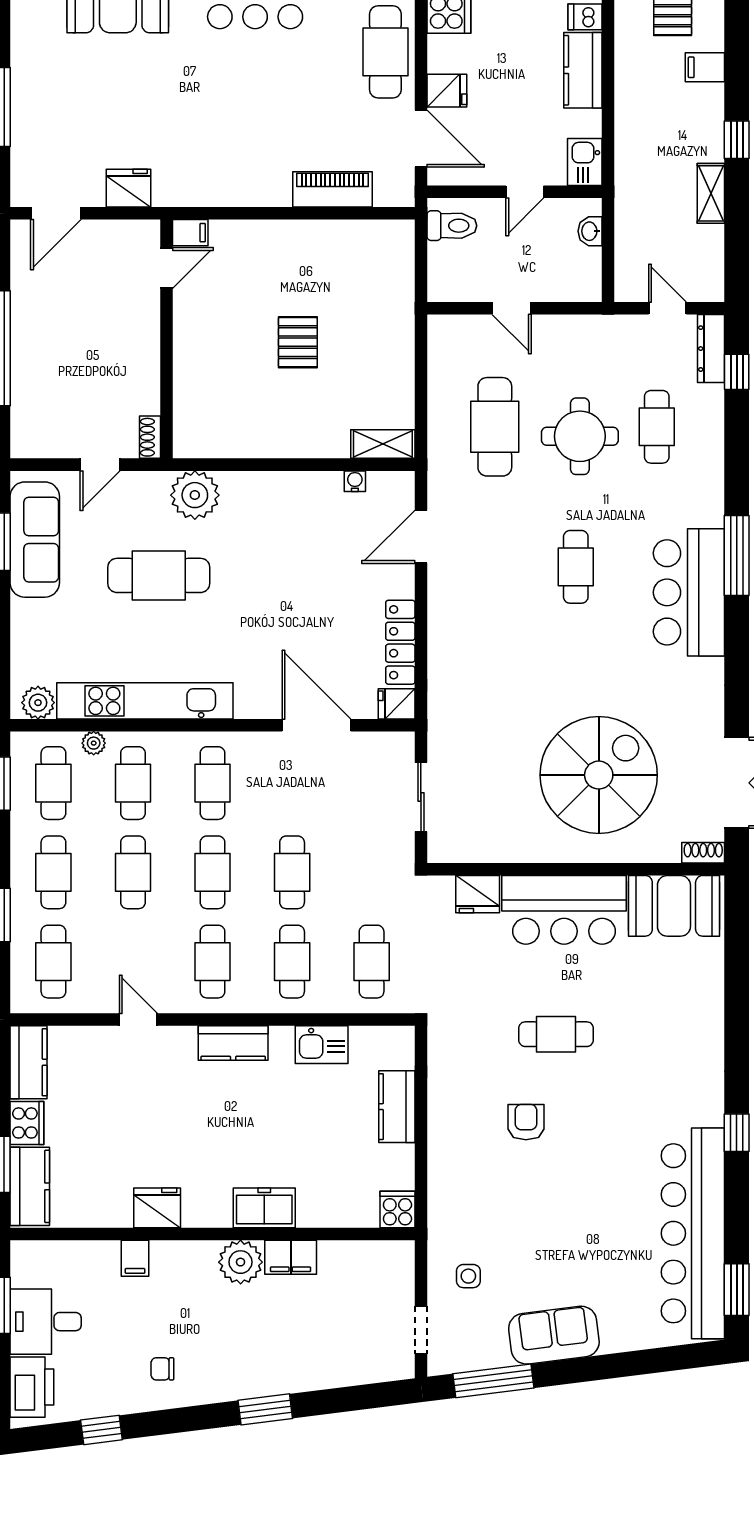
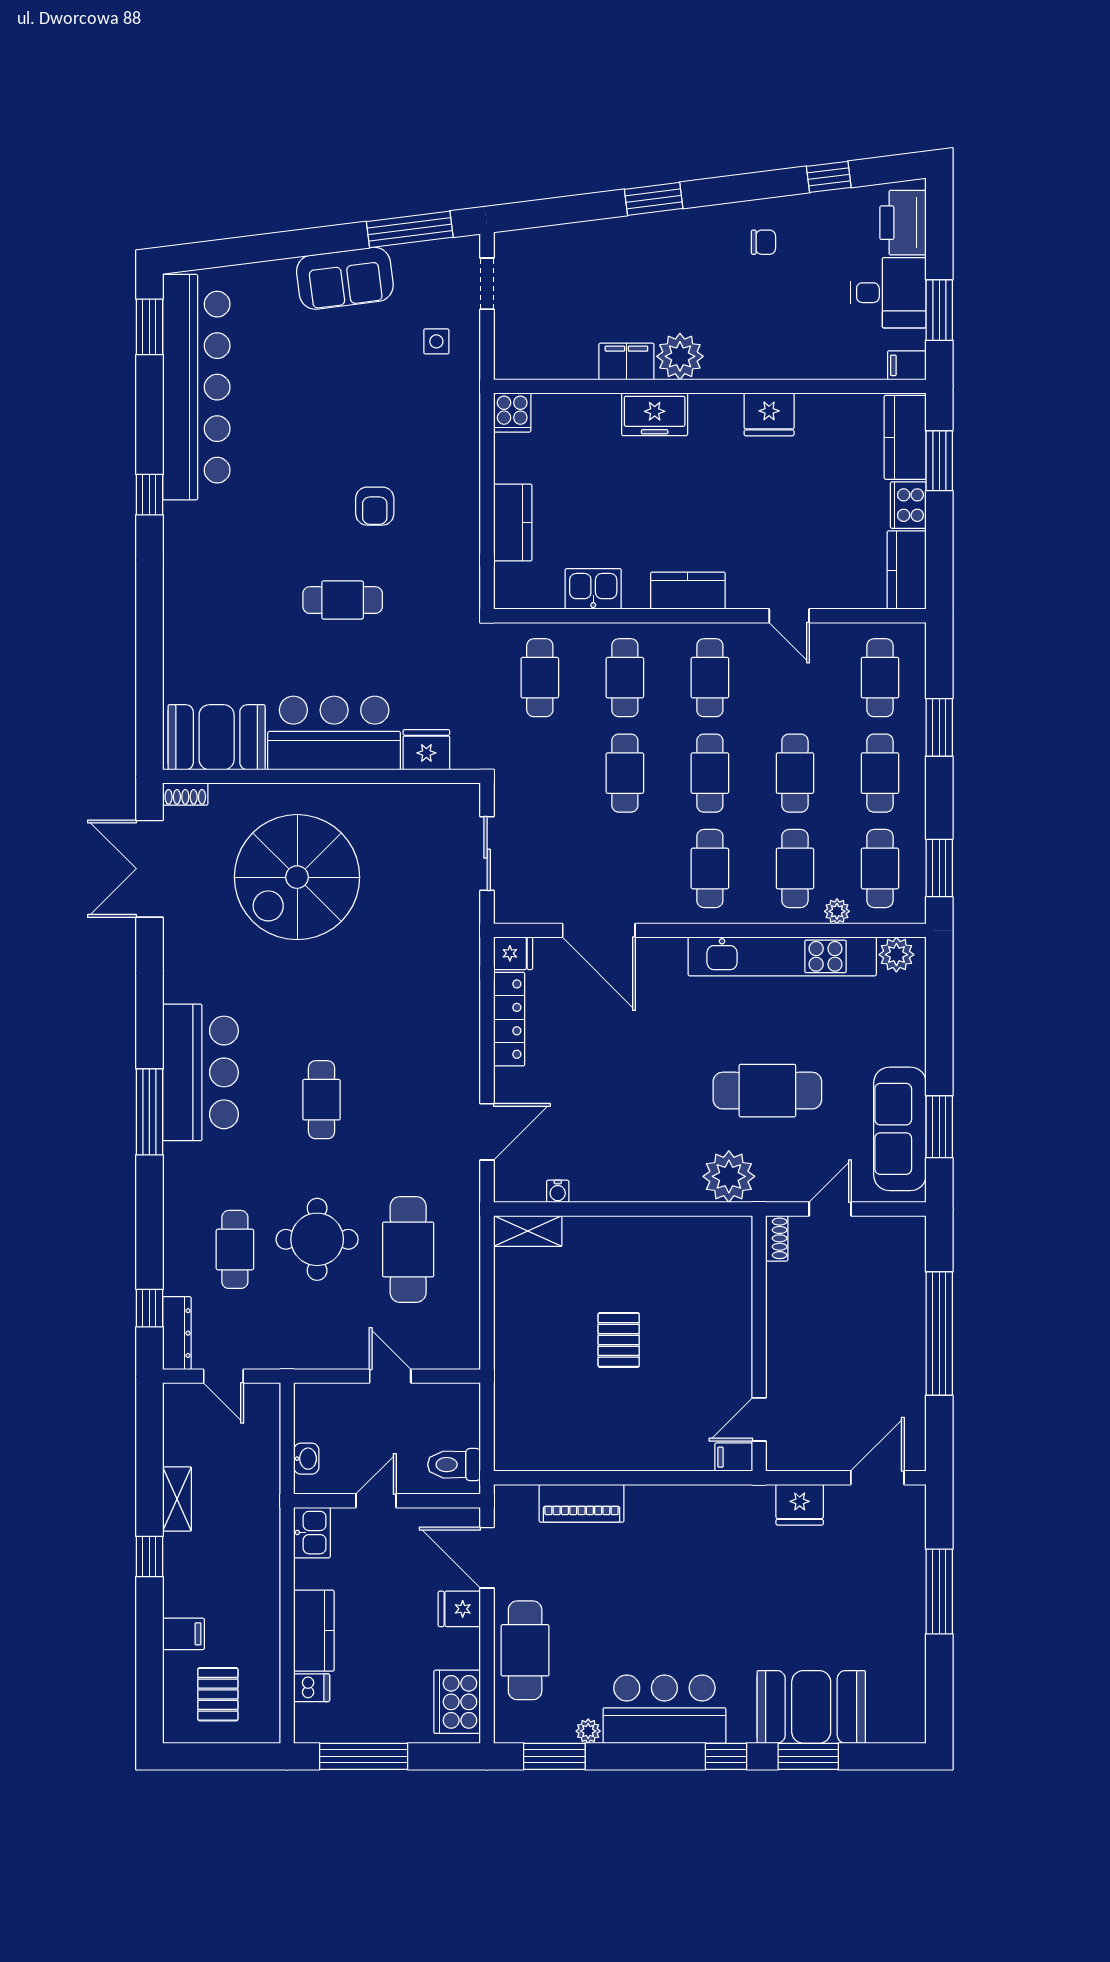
filing cabinet: (135, 1258) -> (907, 365), moved, turned -90

